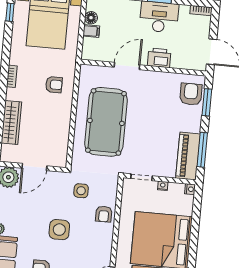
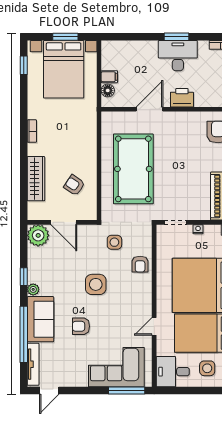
floor lamp: (91, 18) -> (108, 90), moved
armchair: (54, 85) -> (74, 185), moved, turned -146
door: (34, 167) -> (64, 222), hinge flipped

